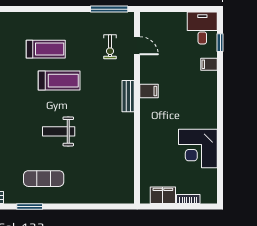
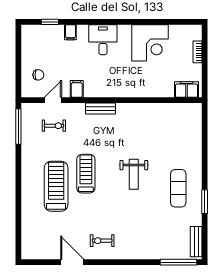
desk: (202, 28) -> (103, 40), moved, turned 90
chair: (164, 30) -> (38, 75), added
treadmill: (46, 49) -> (56, 186), width x1.37, depth x1.37
filing cabinet: (149, 91) -> (77, 89), moved
filing cabinet: (163, 195) -> (186, 90), moved, turned 90

